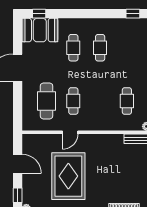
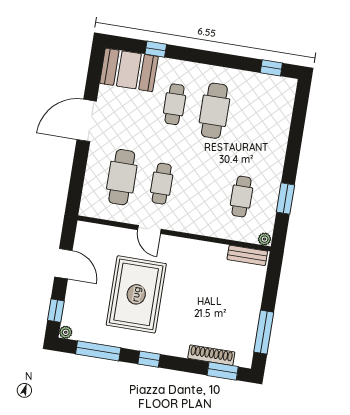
window: (39, 14) -> (156, 49), moved
cafe table: (100, 48) -> (214, 111), width x1.37, depth x1.35
door: (70, 132) -> (149, 229), hinge flipped

